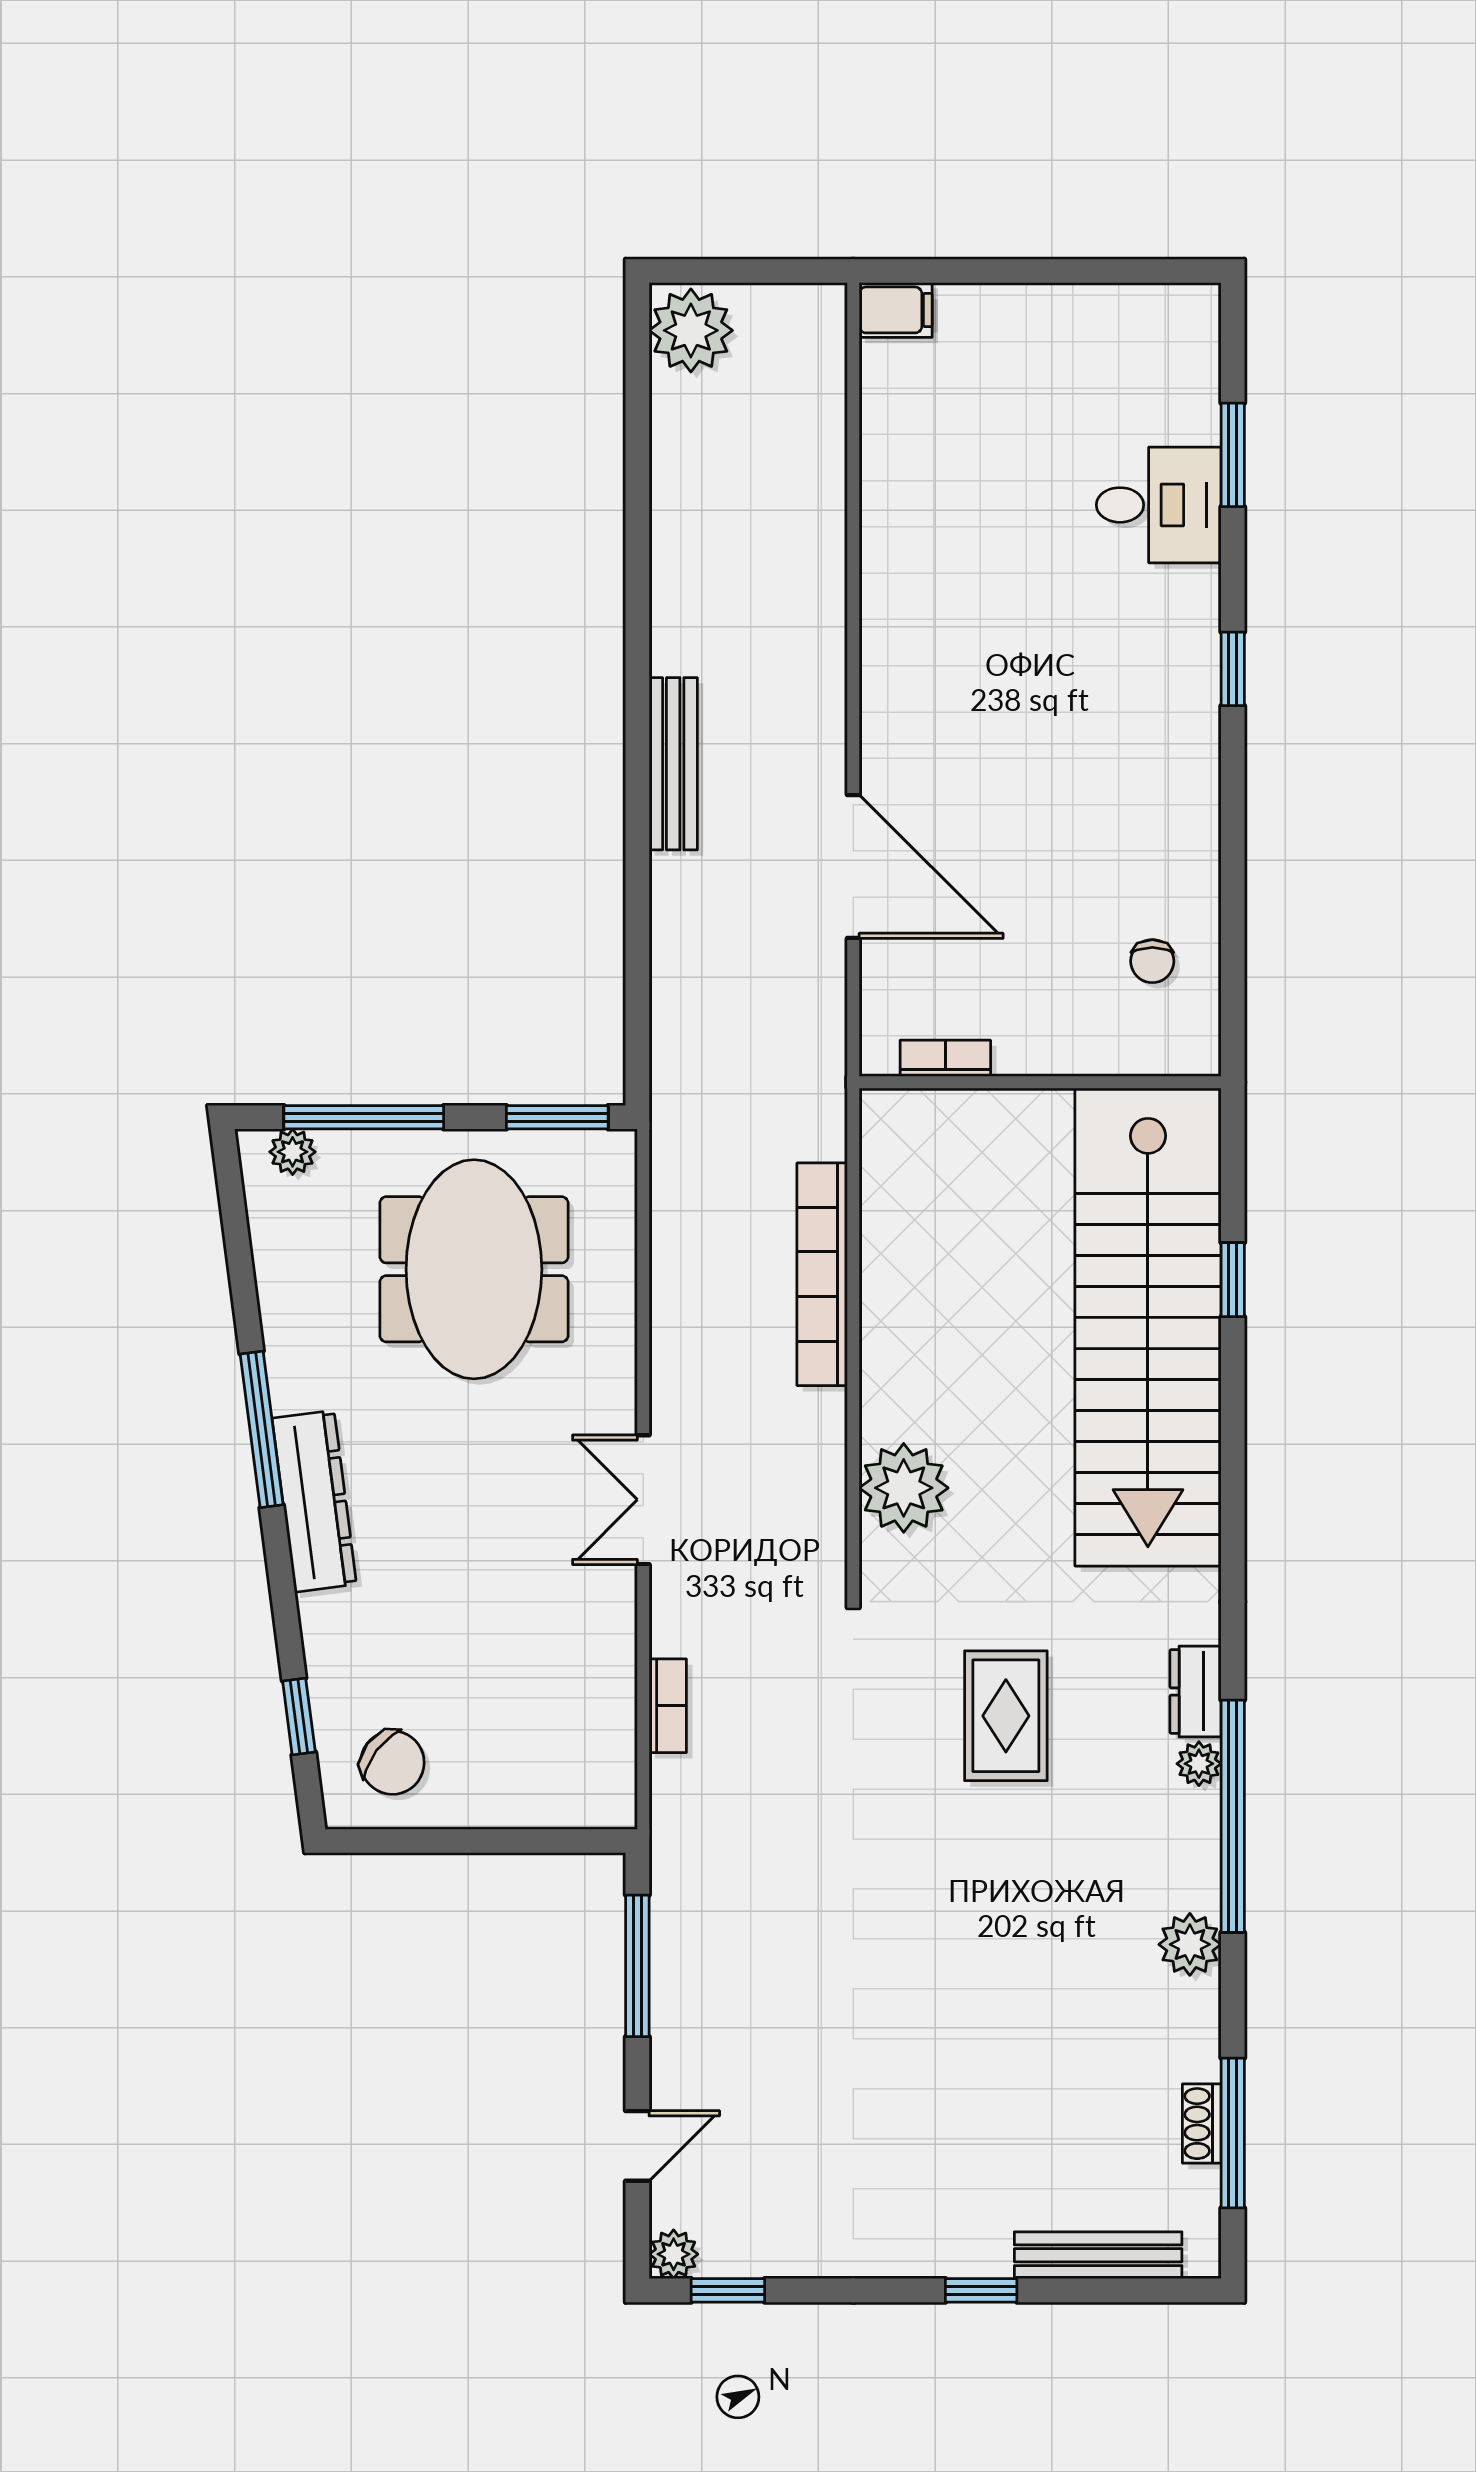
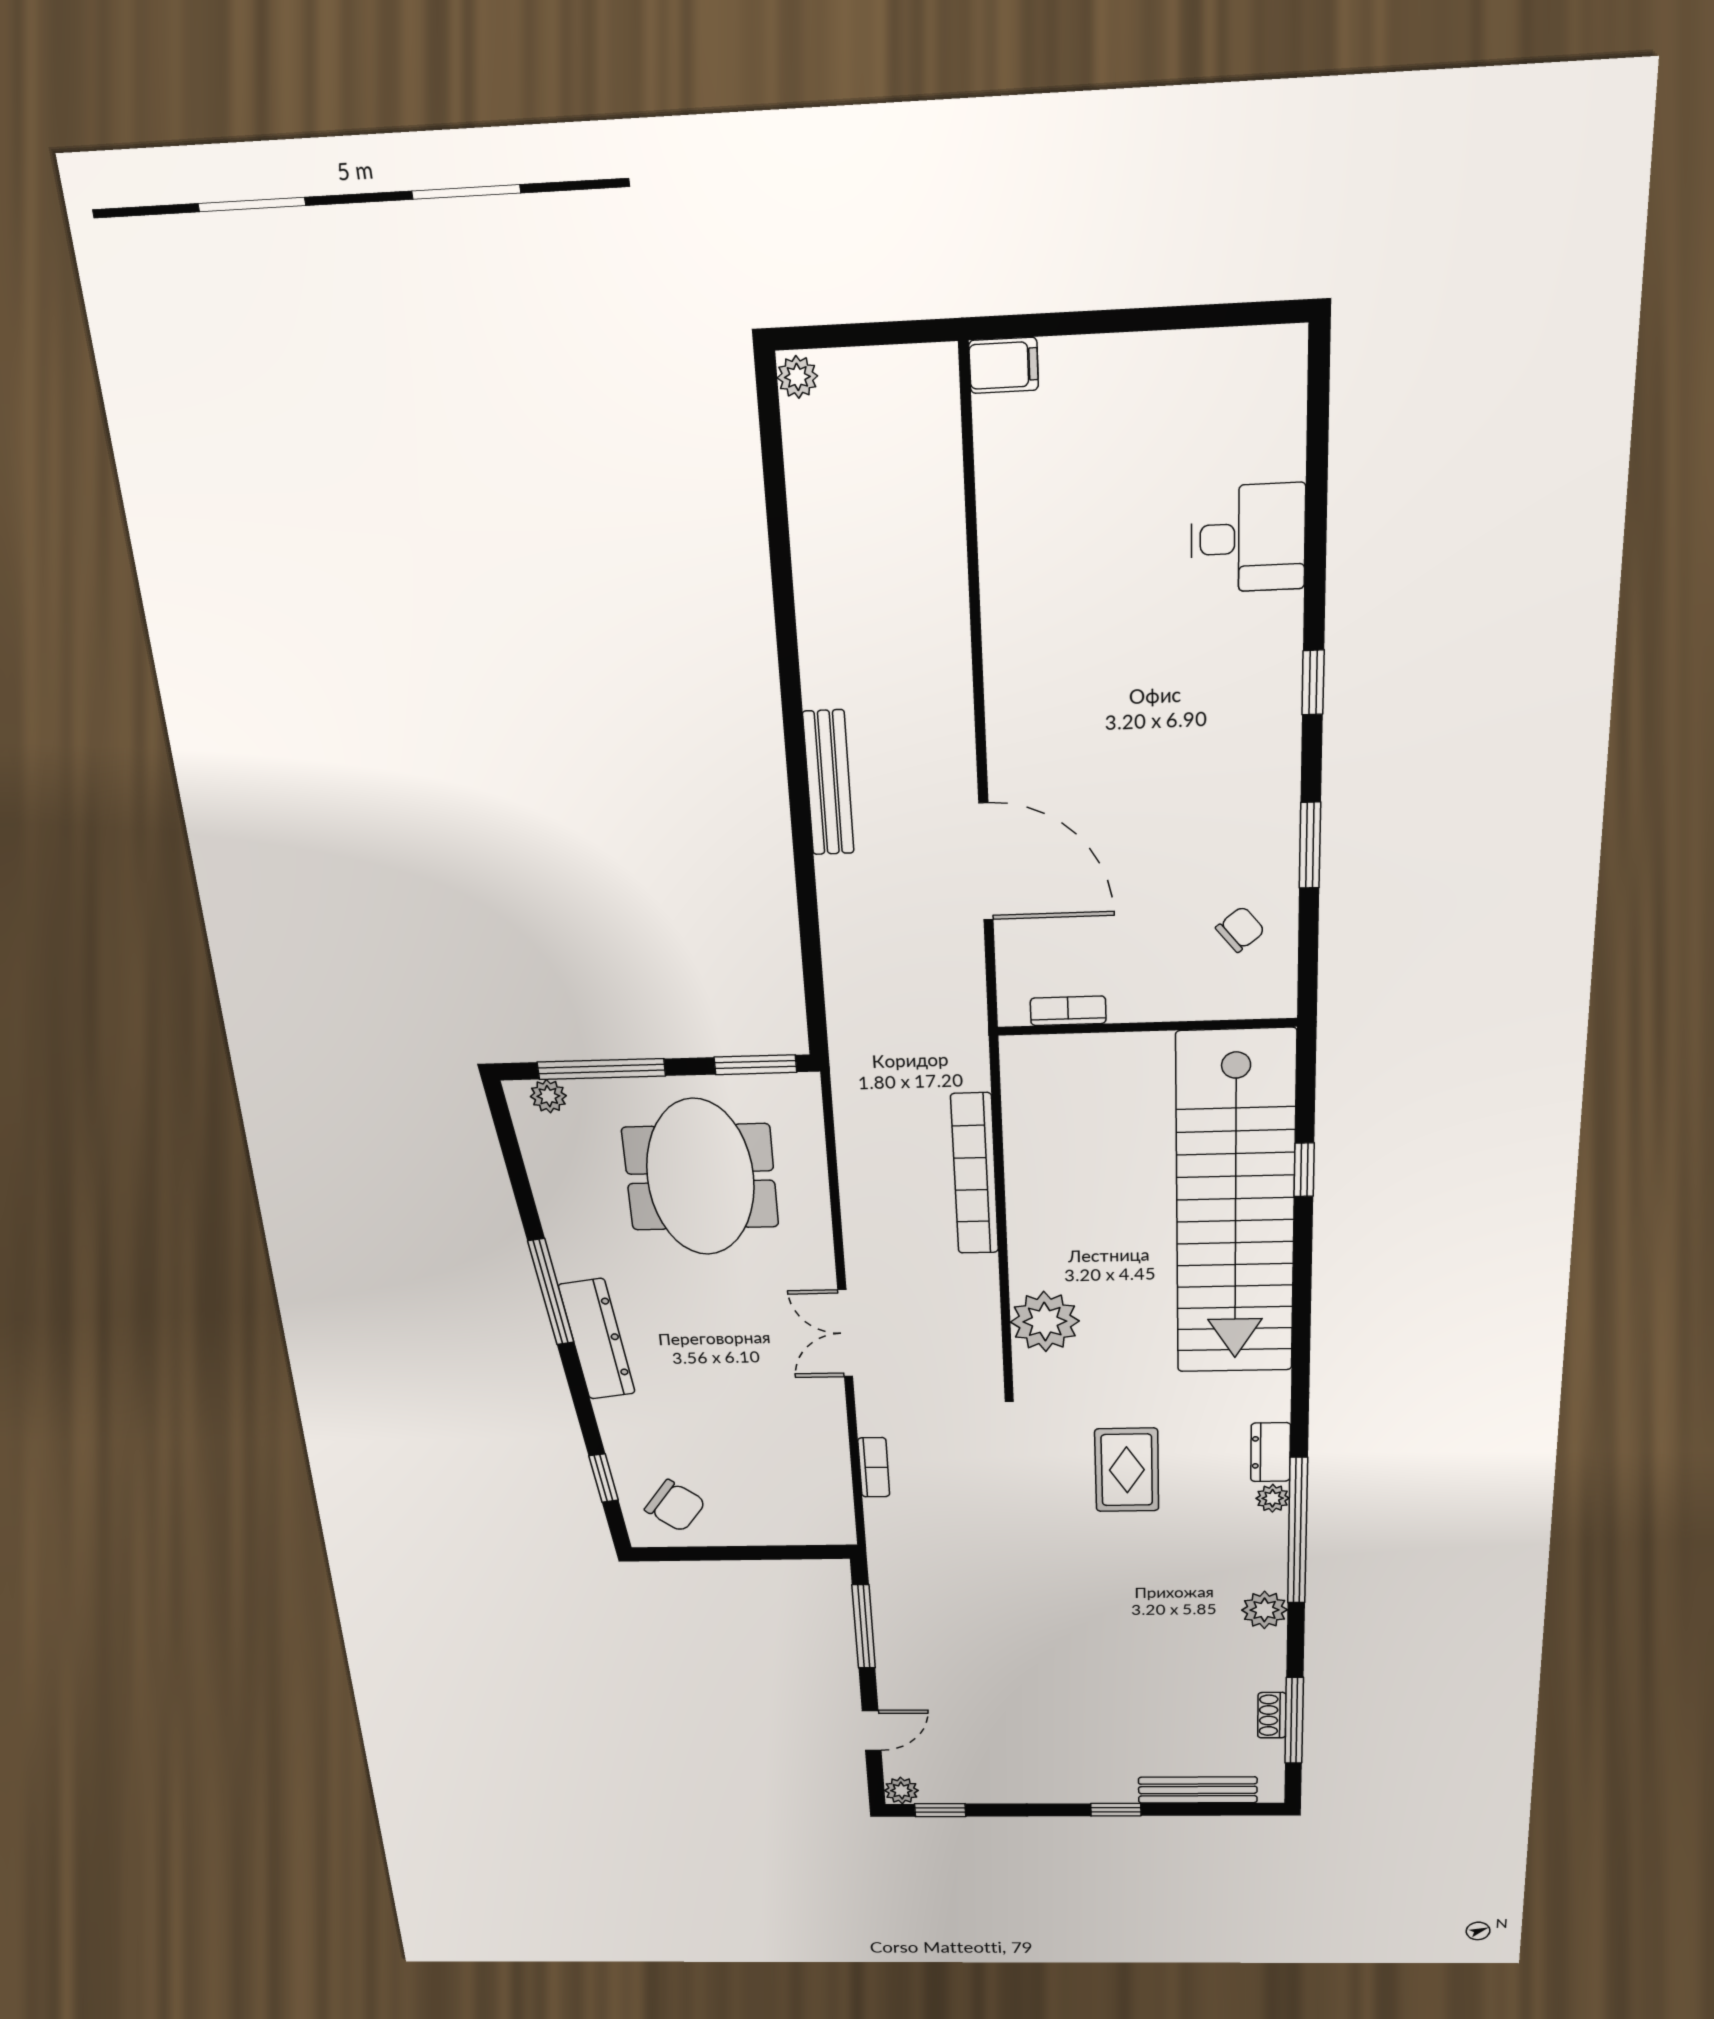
plant: (691, 330) -> (797, 377), width x0.53, depth x0.53
window: (1233, 455) -> (1310, 845), moved
chair: (1152, 961) -> (1240, 929), turned -129

